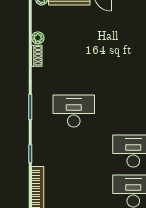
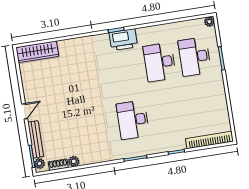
shoe rack: (37, 56) -> (58, 165), moved

